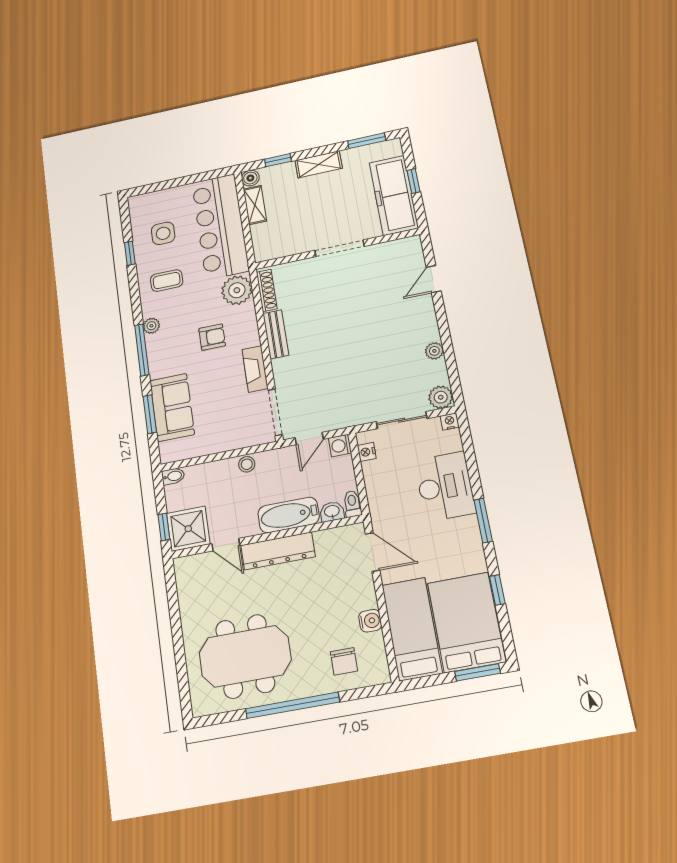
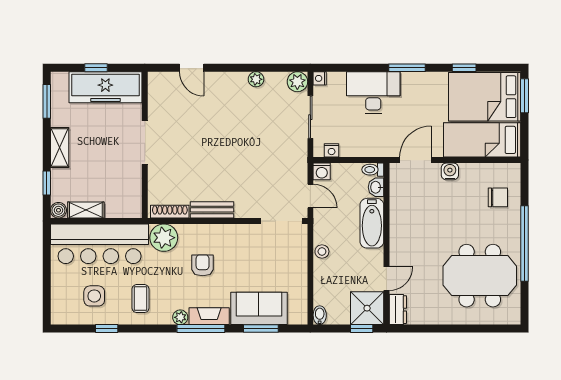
fireplace: (255, 369) -> (209, 316), moved, turned 180
dresser: (278, 551) -> (398, 310), moved, width x0.51, depth x0.80
water cooler: (370, 621) -> (450, 171), moved
meeting table: (245, 656) -> (480, 276), turned 90

